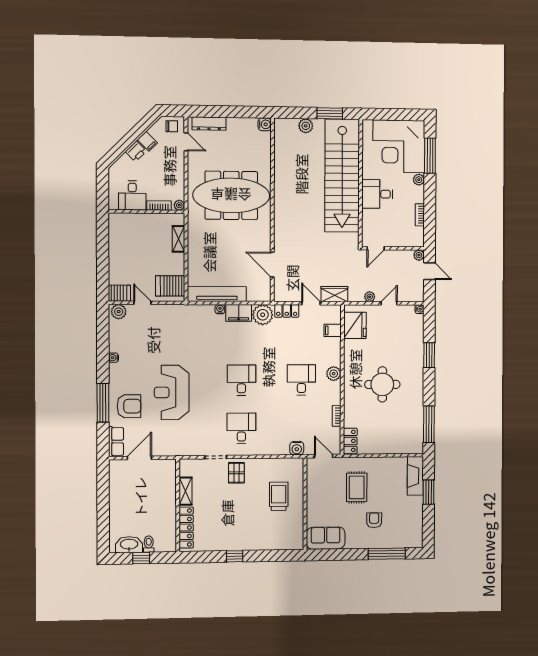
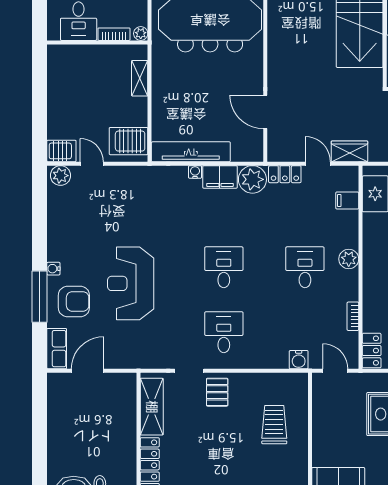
water cooler: (113, 358) -> (53, 269), moved
shelving: (185, 491) -> (152, 407), width x1.50, depth x1.33

